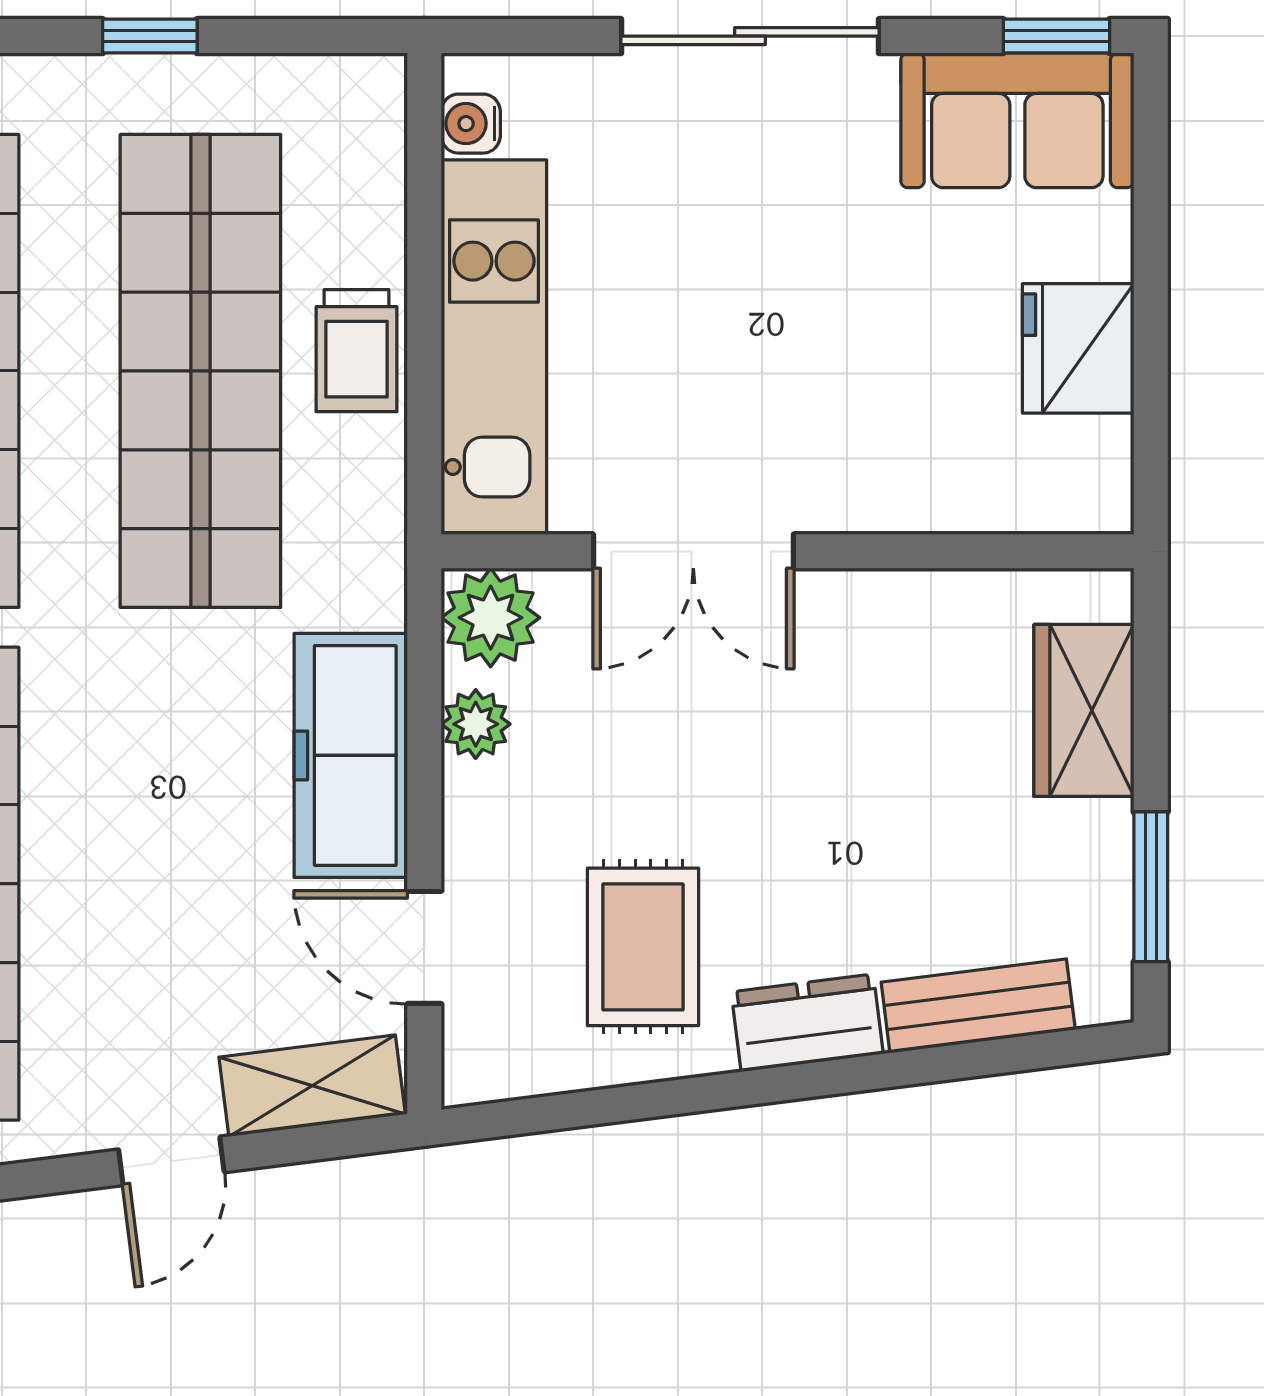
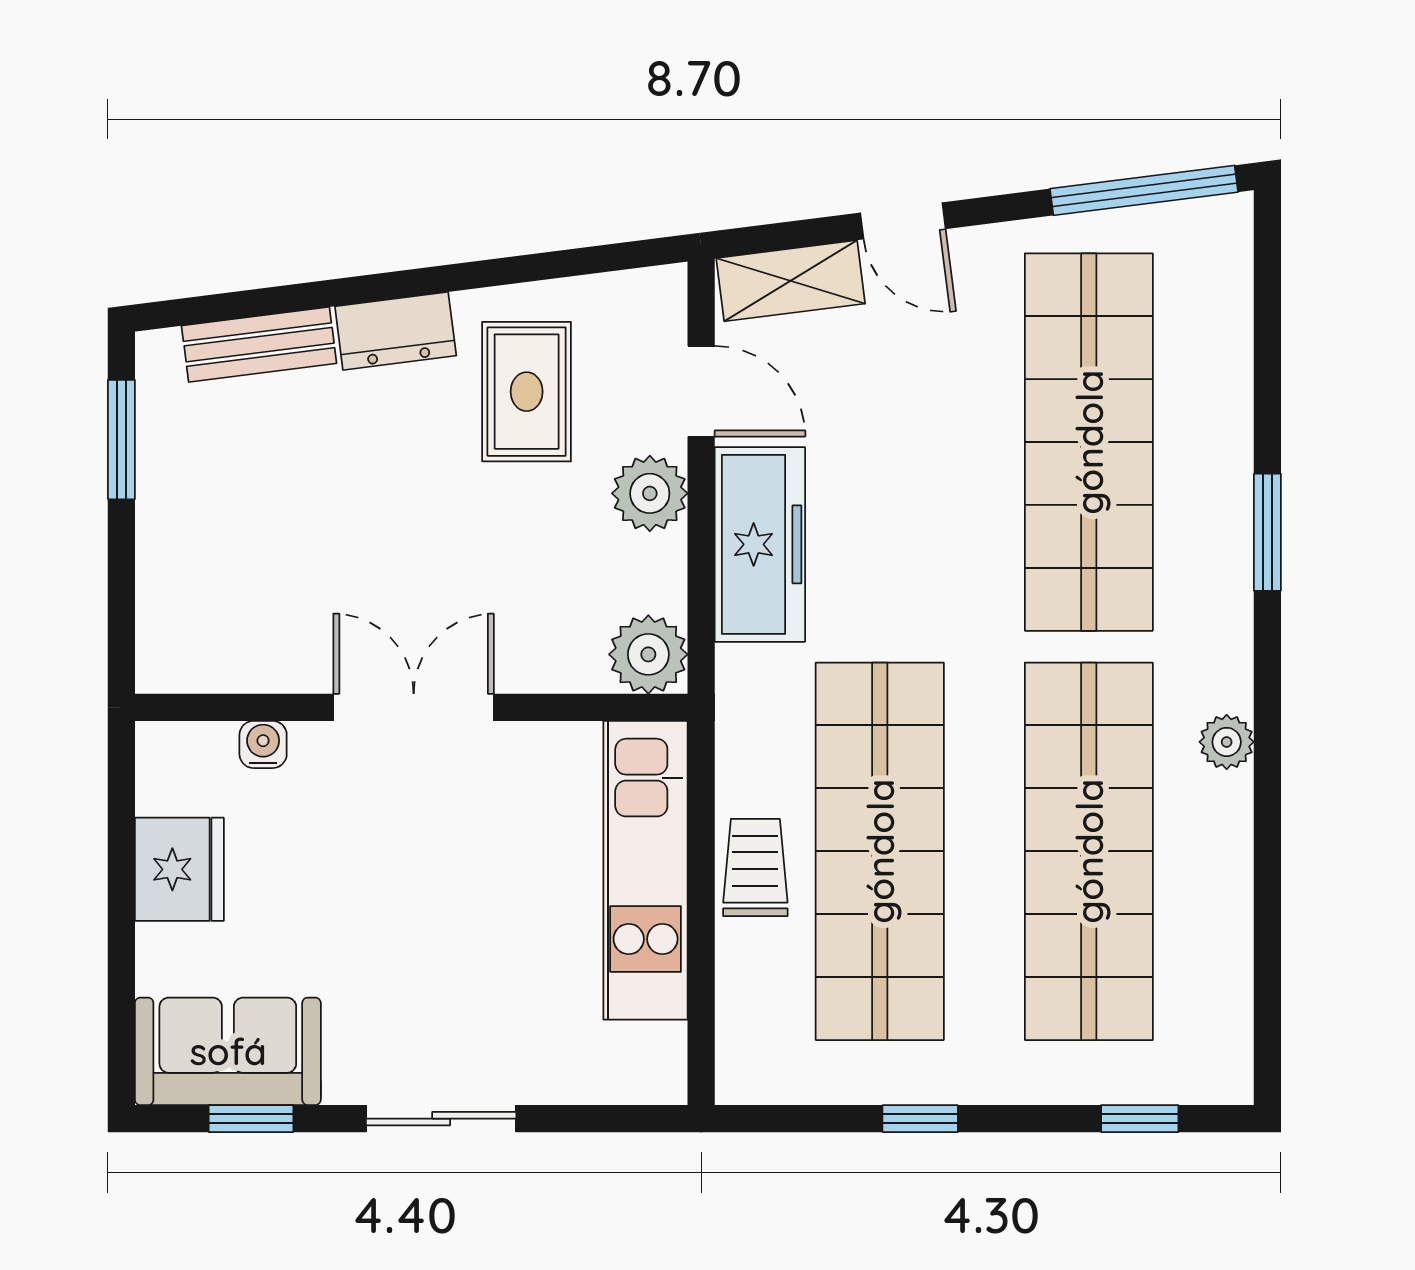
sliding door: (750, 36) -> (441, 1119), width x0.73
window: (1056, 36) -> (251, 1119), moved
water cooler: (471, 124) -> (263, 744), moved, turned -90
double door: (693, 551) -> (414, 707), moved
wardrobe: (1084, 710) -> (175, 580), removed
plant: (476, 724) -> (650, 493), moved, width x1.38, depth x1.38
door: (171, 1161) -> (903, 221), swing flipped

